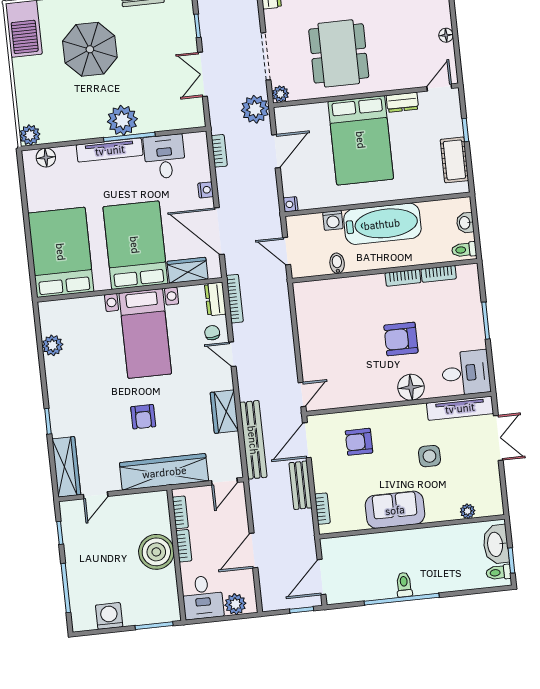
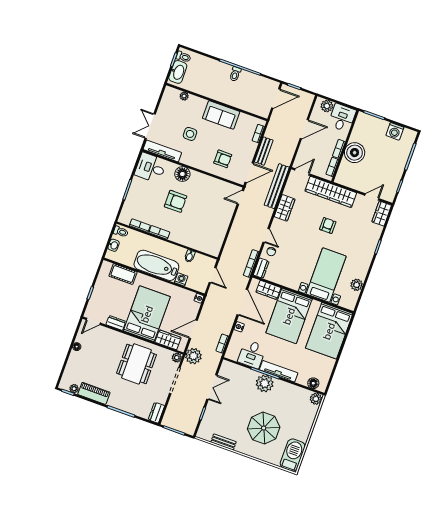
wardrobe: (307, 115) -> (168, 340), added
cot: (454, 160) -> (123, 274), moved, turned 90
bed with nightstands: (145, 334) -> (326, 275), moved
wardrobe: (66, 467) -> (382, 214), width x0.67

